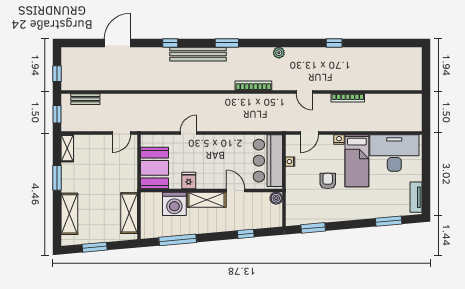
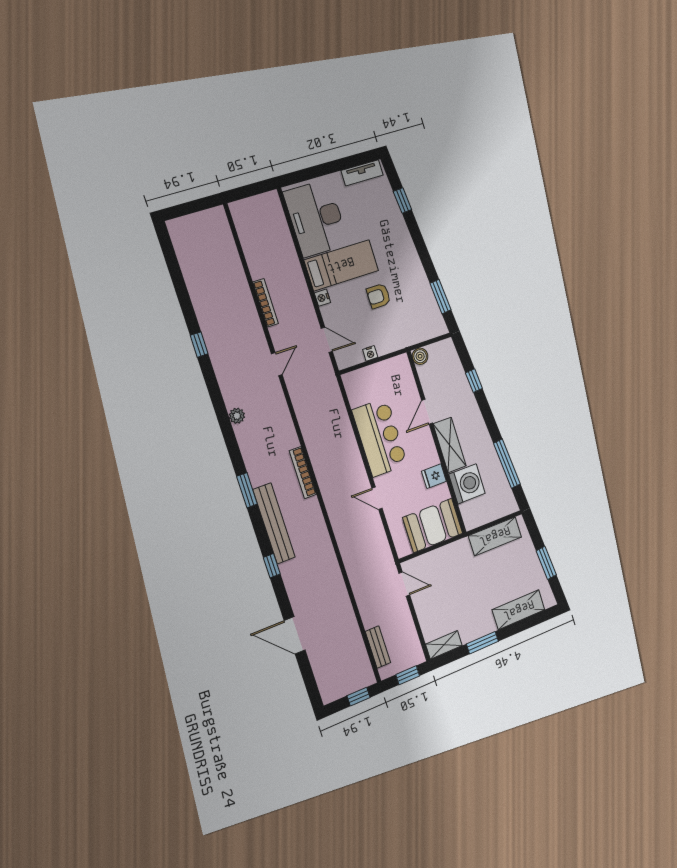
bookcase: (253, 86) -> (303, 473), moved
bar counter: (268, 161) -> (380, 437), moved, turned -90
window: (389, 221) -> (402, 200), width x0.67

